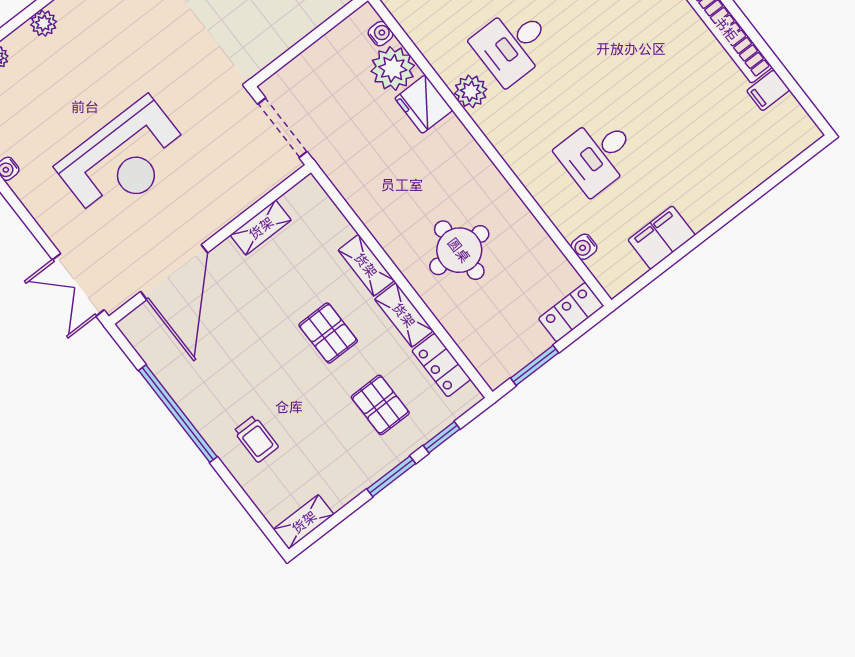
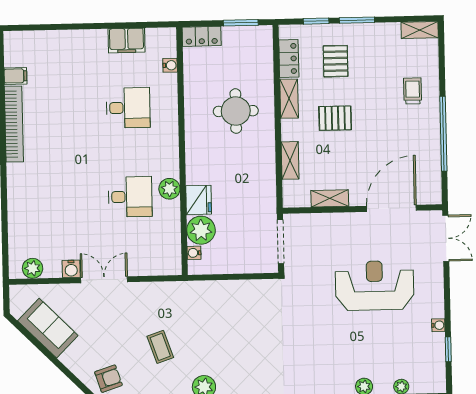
shelving: (366, 265) -> (290, 160), moved
pallet: (328, 333) -> (335, 118), turned 90

